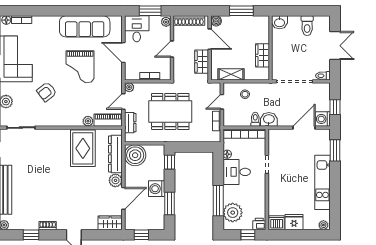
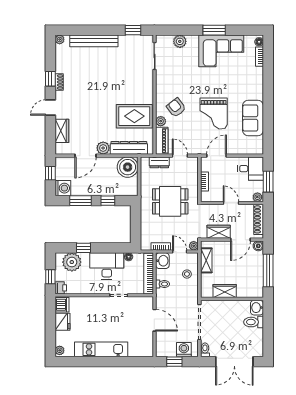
window: (241, 11) -> (268, 270), width x1.44
sofa: (85, 26) -> (253, 118), width x0.73
toilet: (307, 26) -> (254, 322), moved
double door: (335, 46) -> (234, 362), width x1.37
door: (123, 52) -> (217, 156), moved
grand piano: (80, 67) -> (214, 113), turned -90
plant: (129, 87) -> (194, 246), moved
armchair: (47, 92) -> (176, 107), moved
dining table: (170, 111) -> (170, 201), width x0.73
washbasin: (269, 119) -> (162, 261), moved
washing machine: (323, 119) -> (184, 350), moved
door: (304, 128) -> (154, 320), moved
window: (335, 150) -> (132, 362), removed
window: (170, 162) -> (108, 201), moved
desk: (237, 172) -> (107, 266), width x1.37
washing machine: (157, 189) -> (63, 188), moved, turned 90
door: (123, 198) -> (86, 156), hinge flipped
window: (218, 201) -> (83, 248), width x0.46
wardrobe: (110, 223) -> (62, 131), moved
window: (31, 235) -> (50, 79), moved

